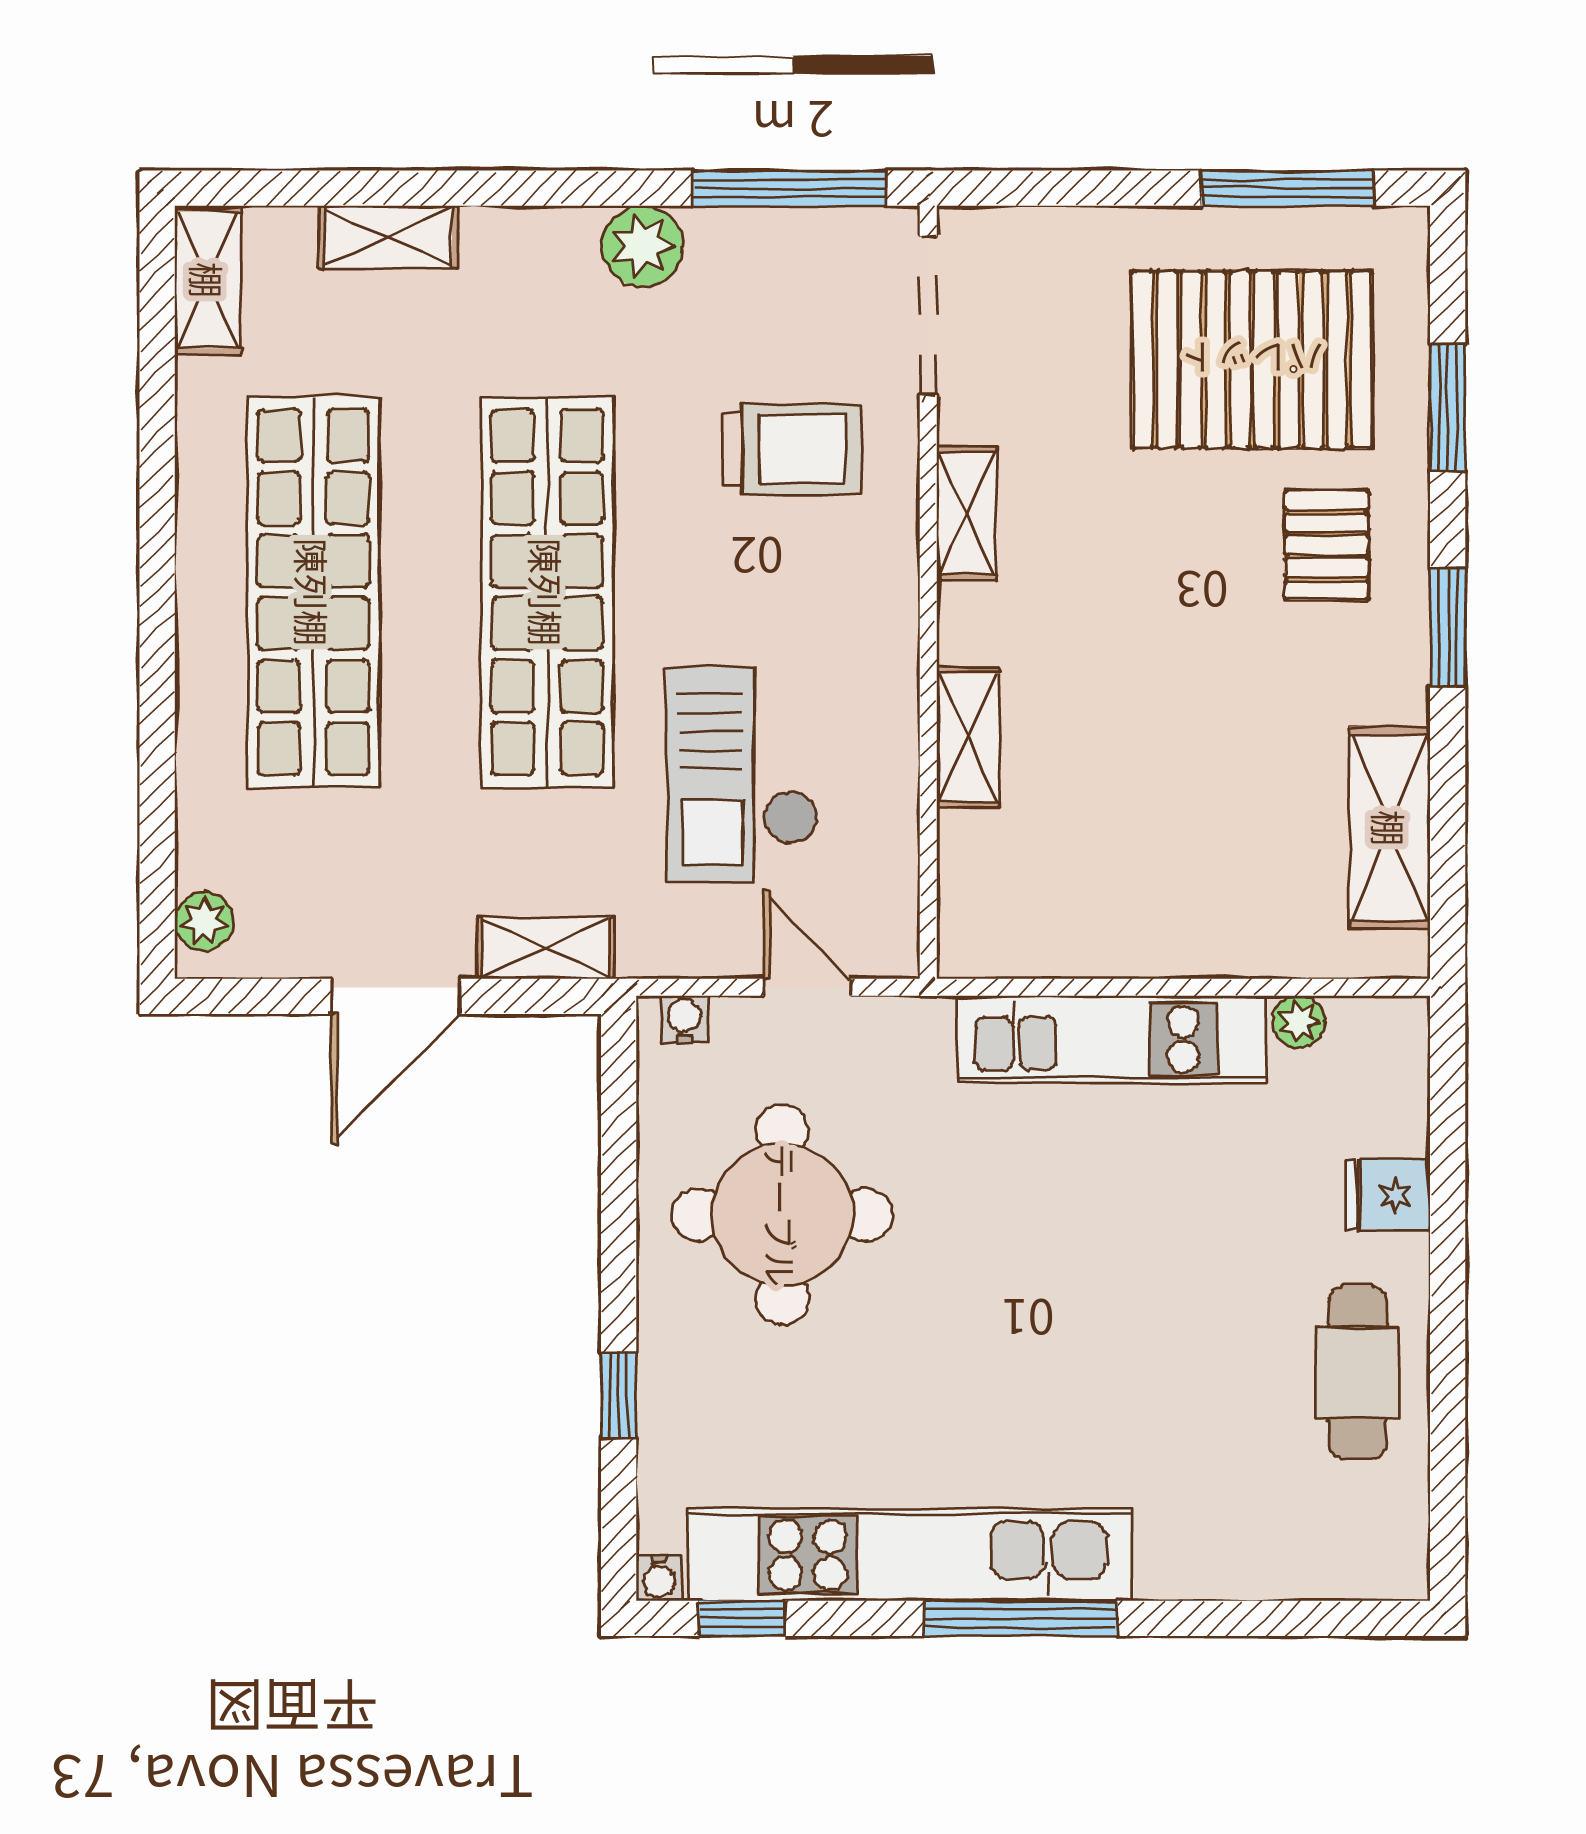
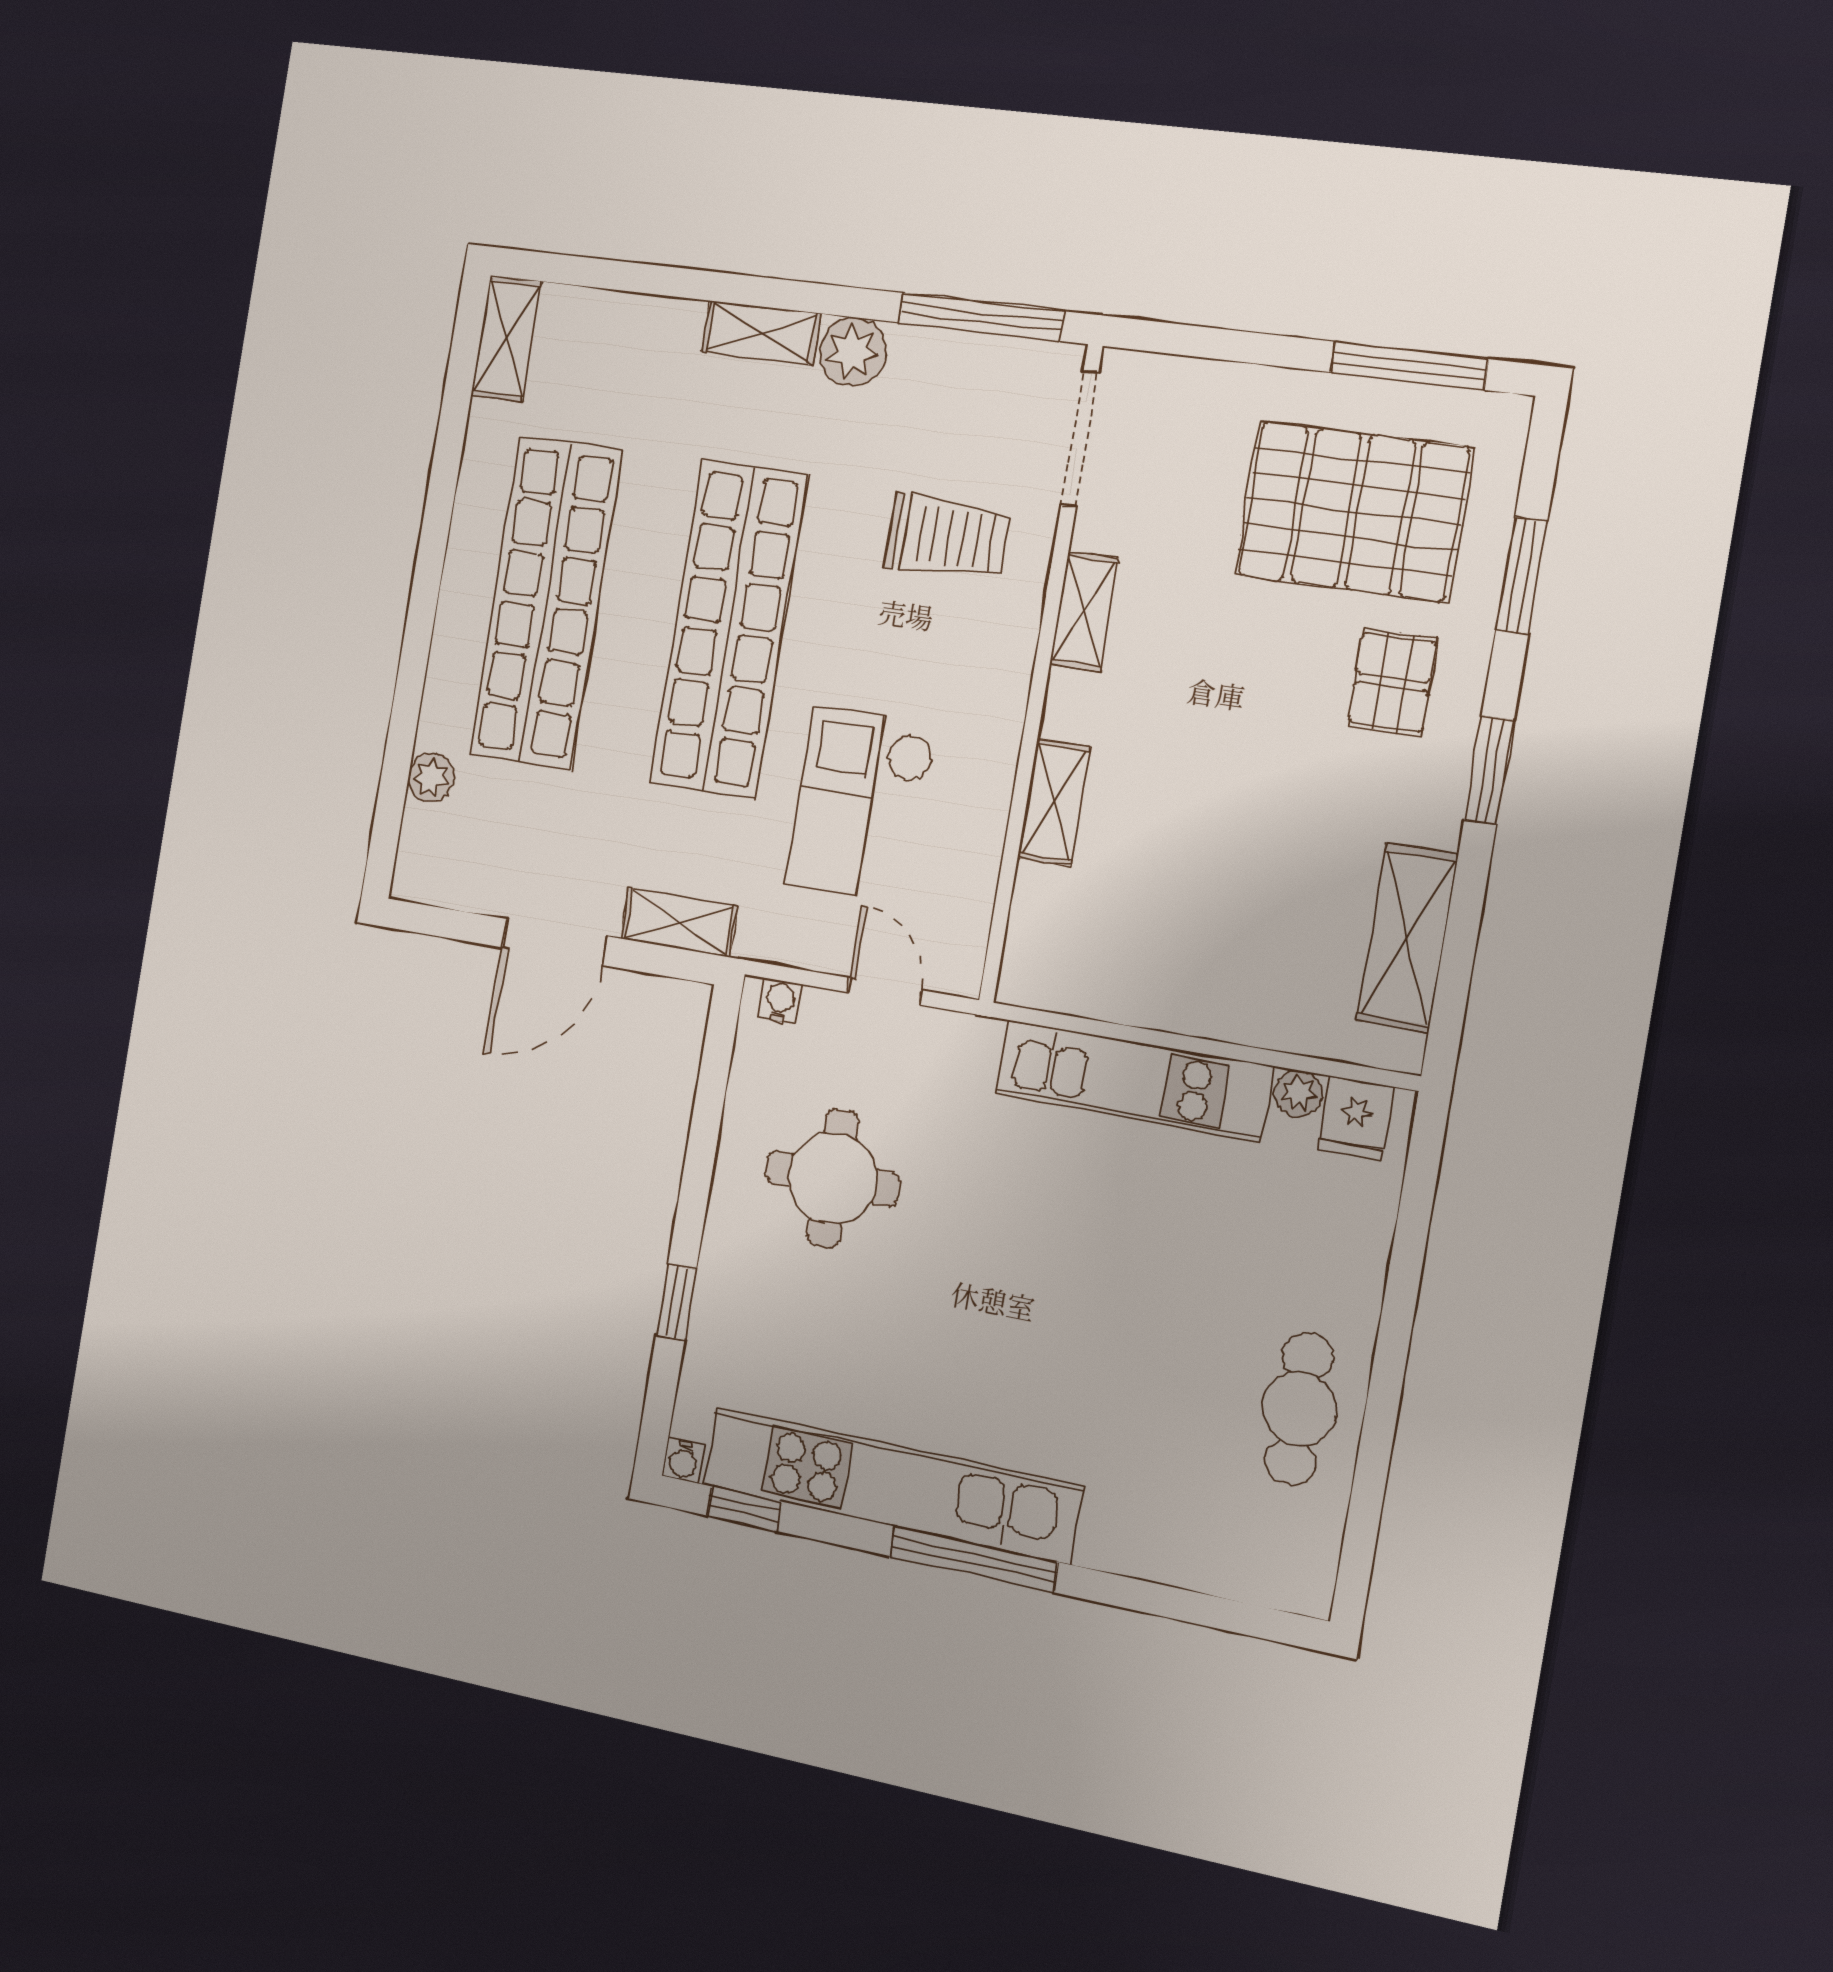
shelving: (388, 237) -> (761, 333), moved
plant: (204, 921) -> (431, 777), moved
fridge: (1388, 1195) -> (1355, 1118), moved, turned -90
round table: (782, 1215) -> (833, 1178), width x0.73, depth x0.73

